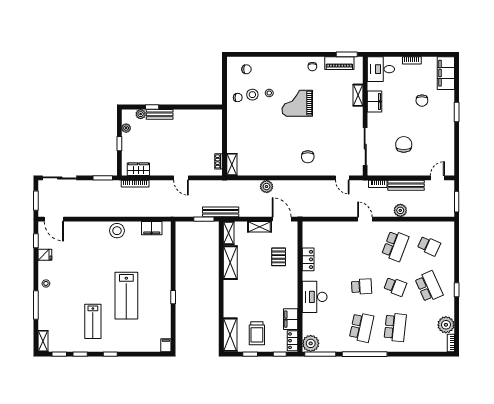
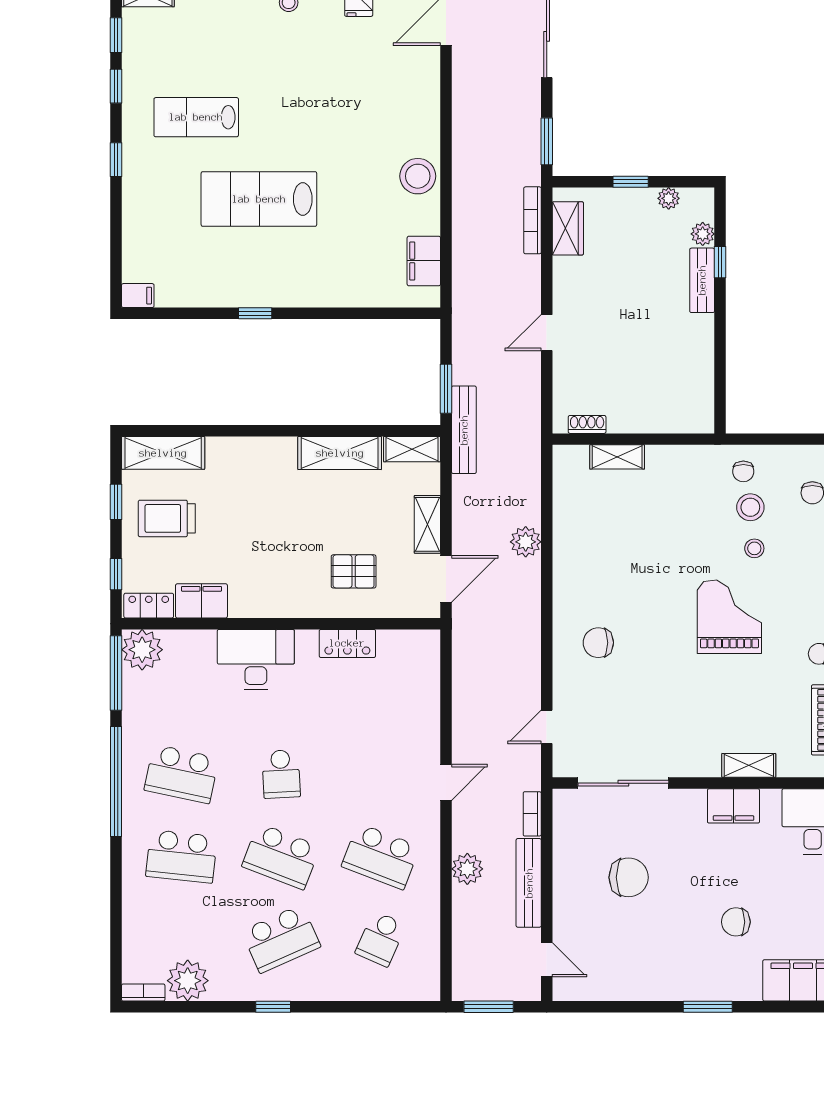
shelving: (232, 164) -> (617, 457), moved
school desk: (395, 287) -> (281, 856), width x1.85

